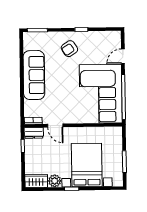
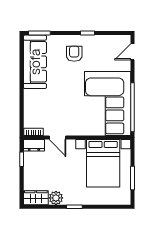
armchair: (69, 49) -> (74, 54), turned 123
door: (123, 56) -> (132, 52), moved
sofa: (34, 75) -> (35, 62), moved
bed with nightstands: (87, 165) -> (103, 163), moved, turned 180

